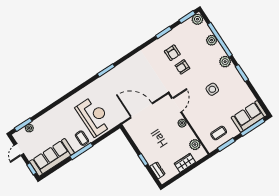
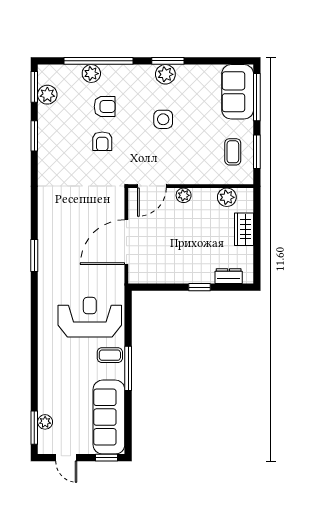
plant: (197, 19) -> (47, 95), moved
armchair: (172, 53) -> (105, 107), moved
plant: (225, 62) -> (165, 74), moved
door: (177, 105) -> (152, 186), swing flipped

